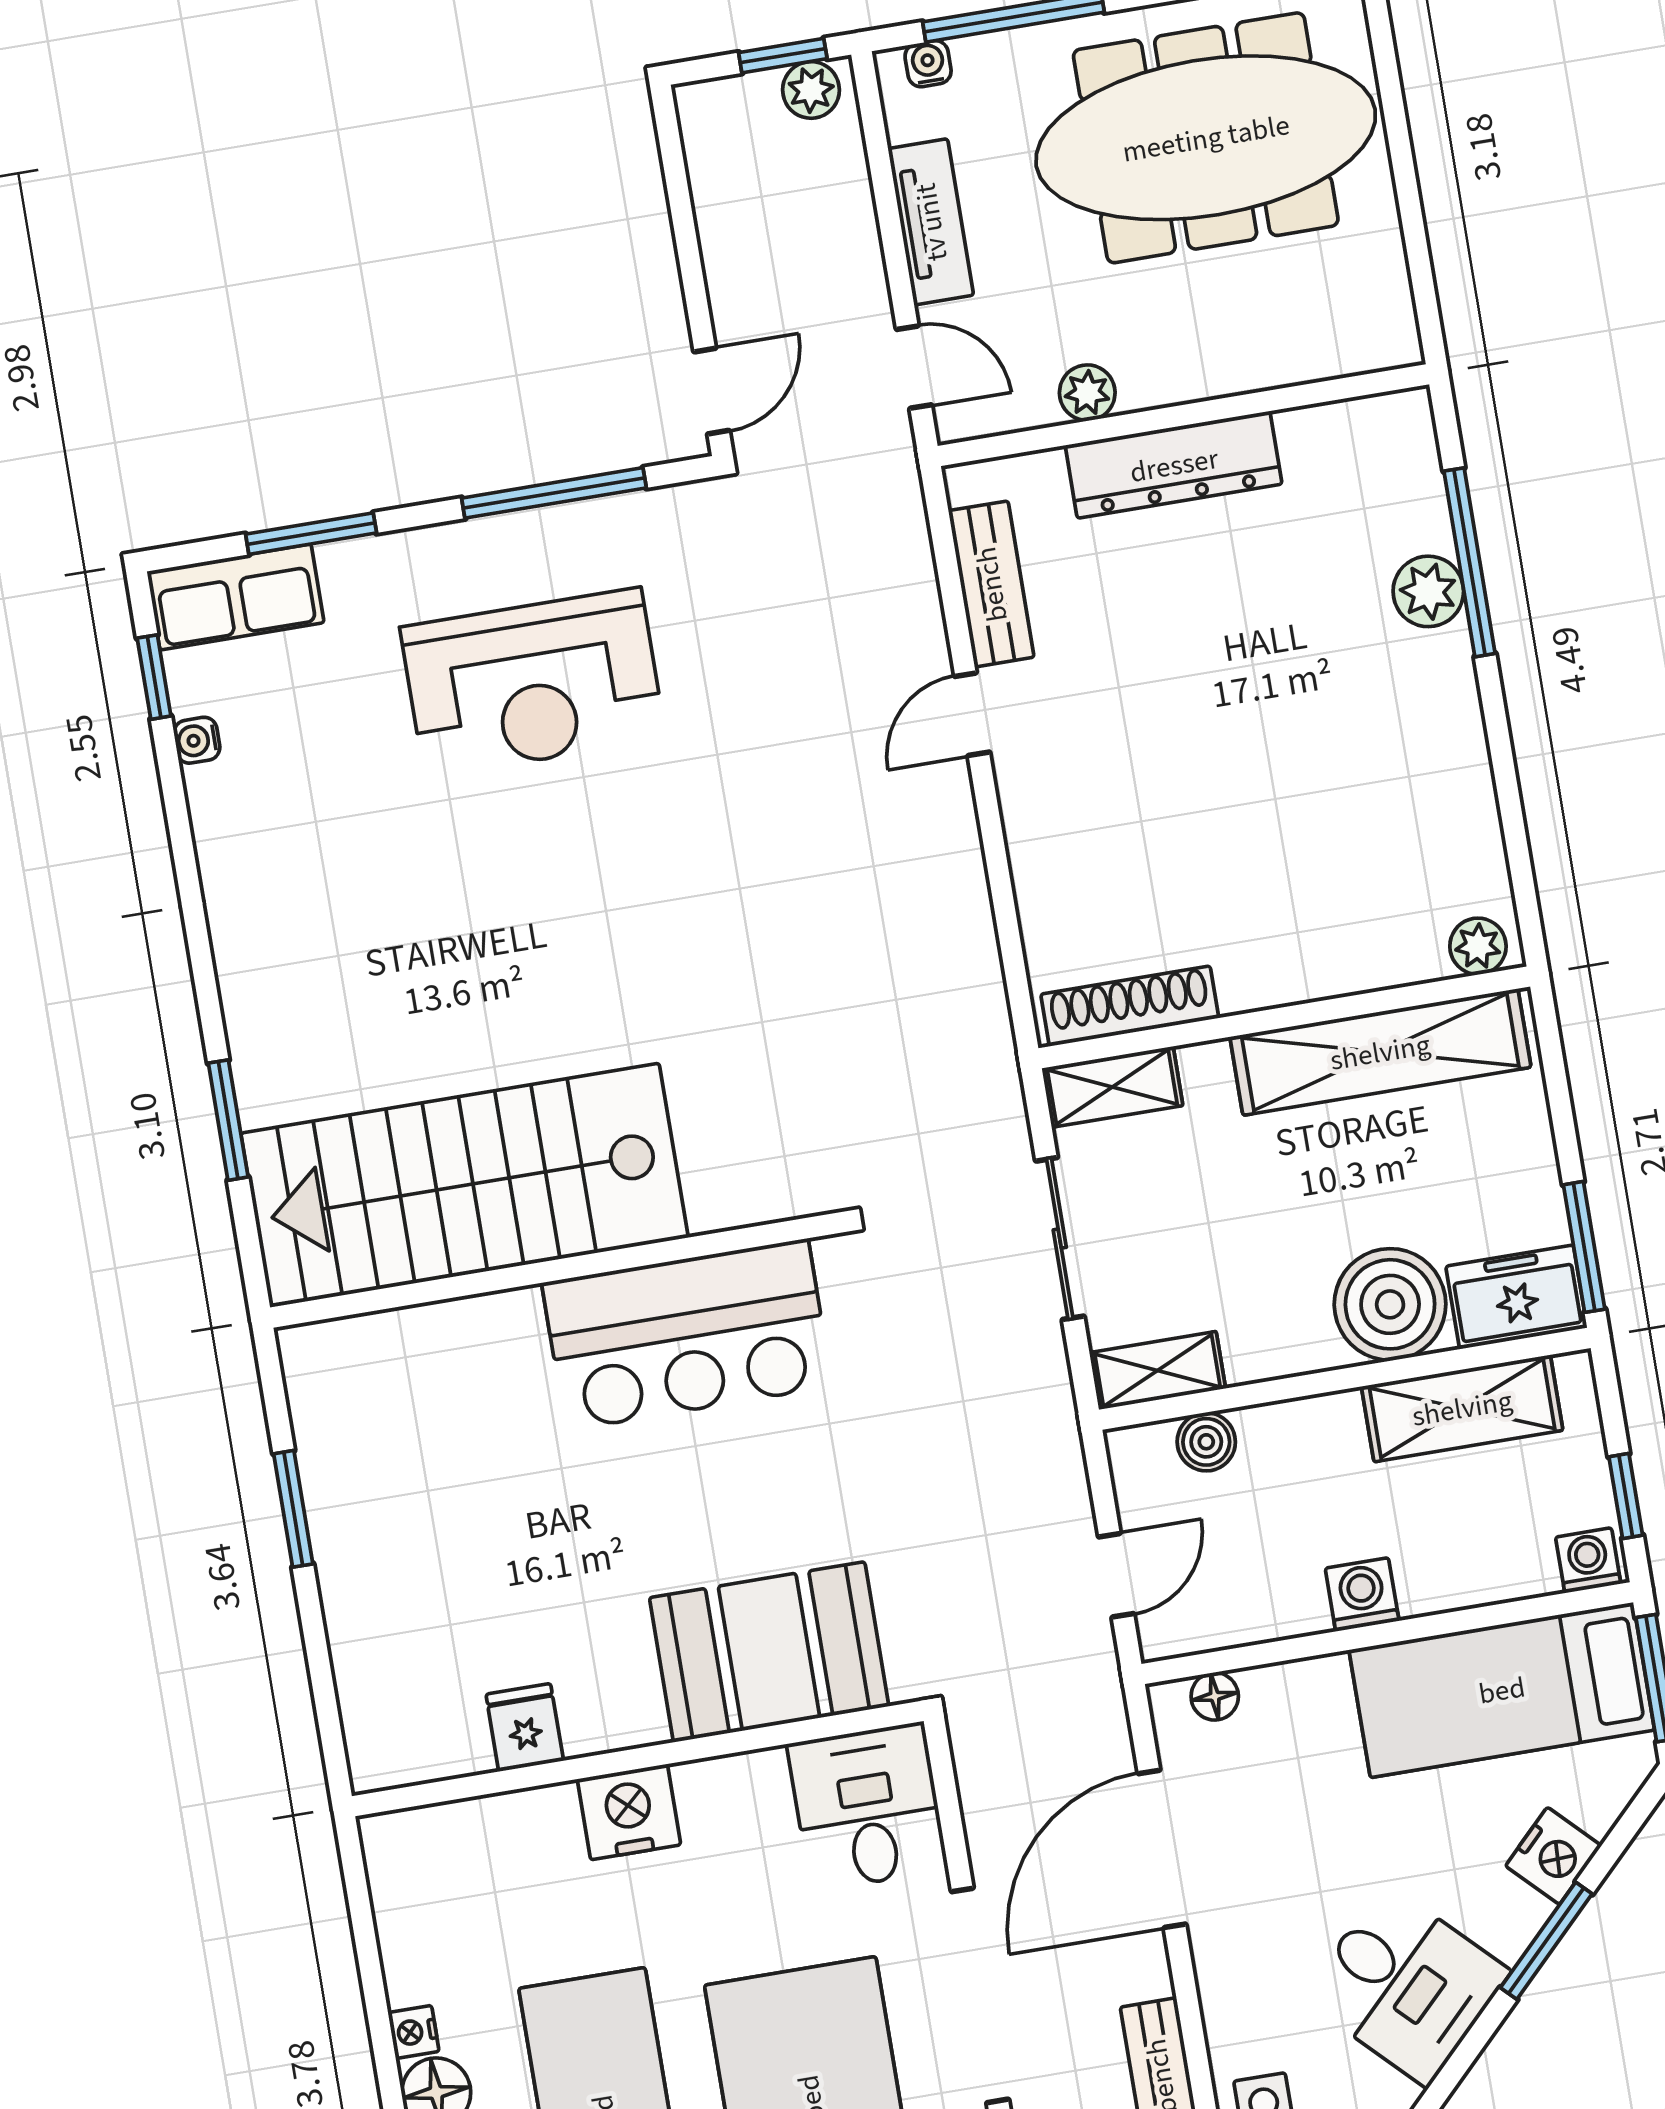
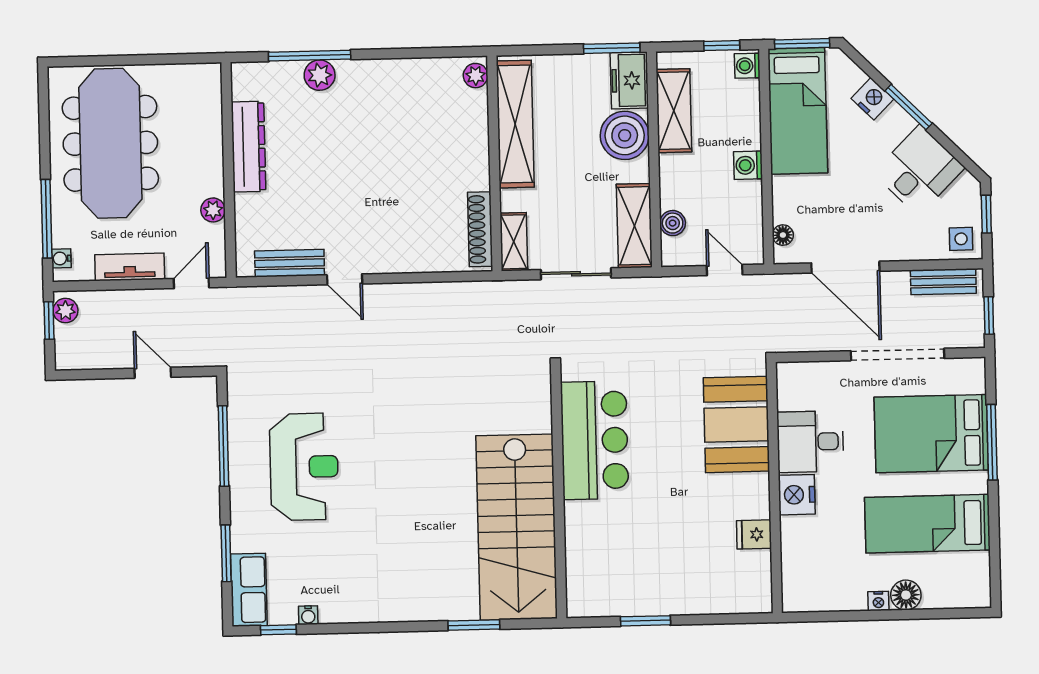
door: (712, 391) -> (153, 373), moved
dresser: (1174, 465) -> (249, 147), moved
shelving: (1157, 1370) -> (634, 226), width x1.50, depth x1.33
desk: (867, 1807) -> (810, 442), moved

